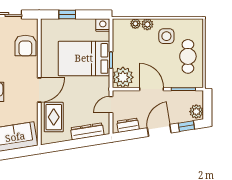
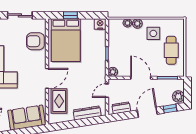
armchair: (25, 45) -> (35, 41), turned 90
bed: (84, 58) -> (66, 40), moved, turned -90
plant: (123, 77) -> (113, 72), width x0.53, depth x0.53

